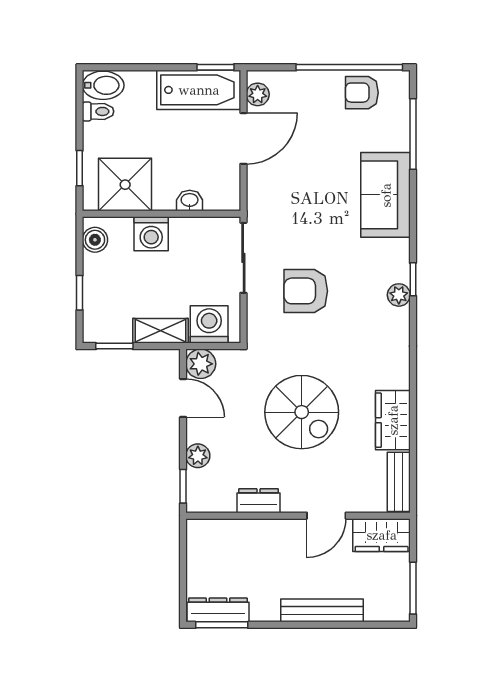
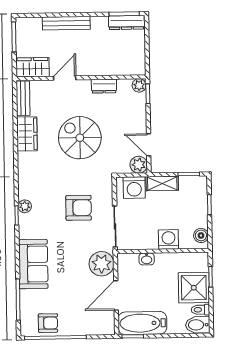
plant: (258, 94) -> (102, 264), moved, width x1.88, depth x1.88
shower: (125, 185) -> (194, 288), moved
plant: (198, 456) -> (139, 85), moved

